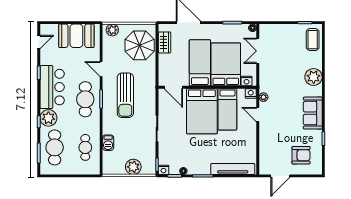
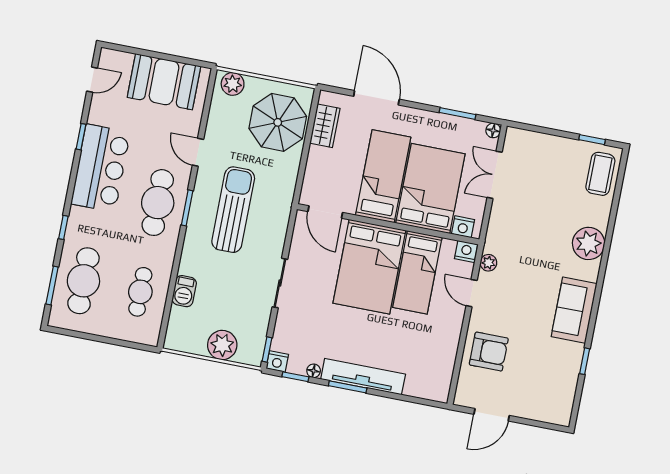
sun lounger: (125, 95) -> (233, 210), turned 180
plant: (48, 118) -> (83, 224), removed
armchair: (301, 155) -> (489, 352), moved
tv unit: (233, 169) -> (363, 377), moved

